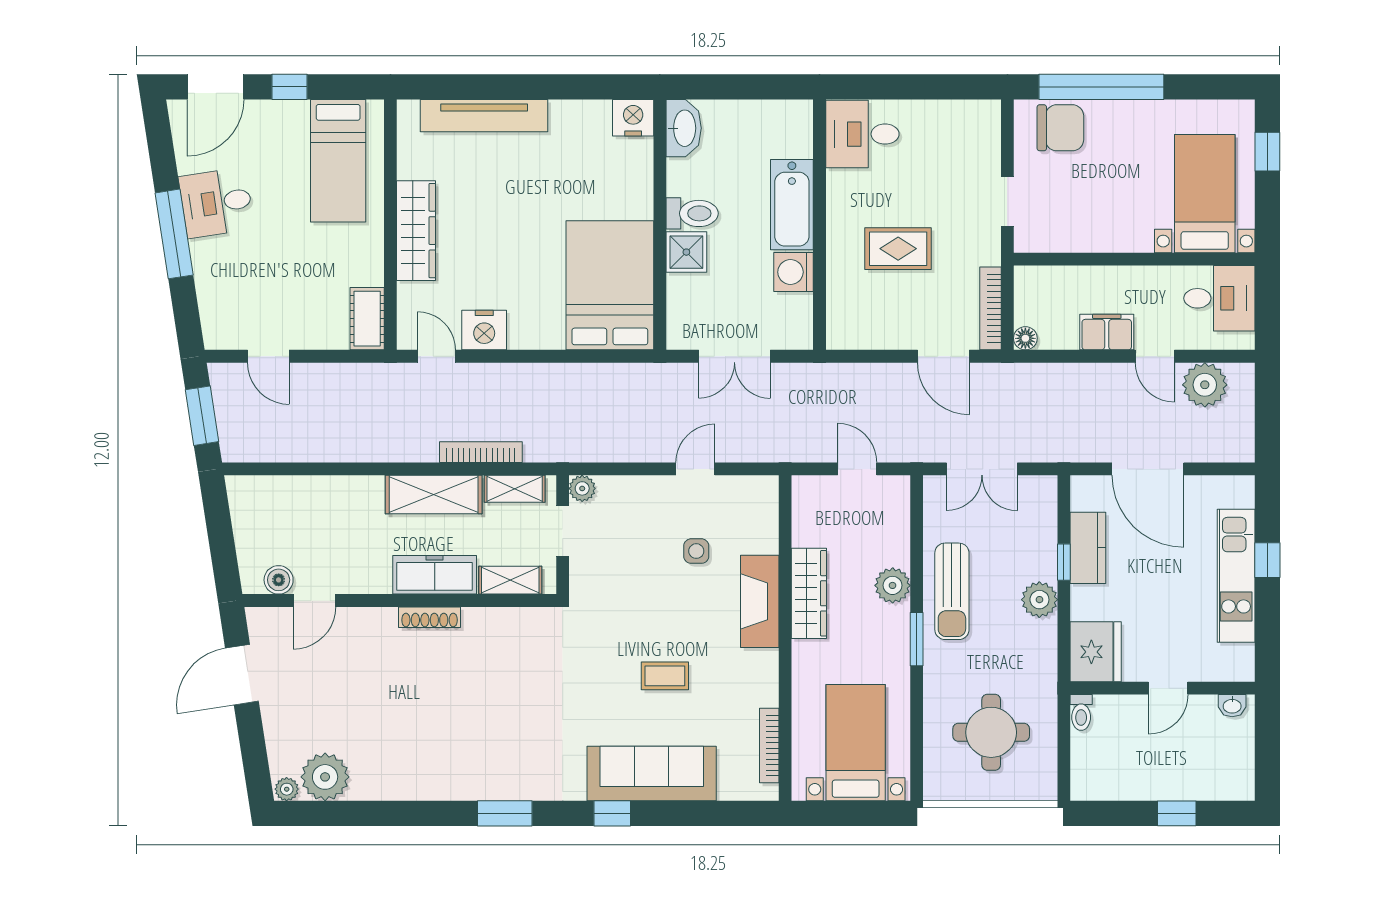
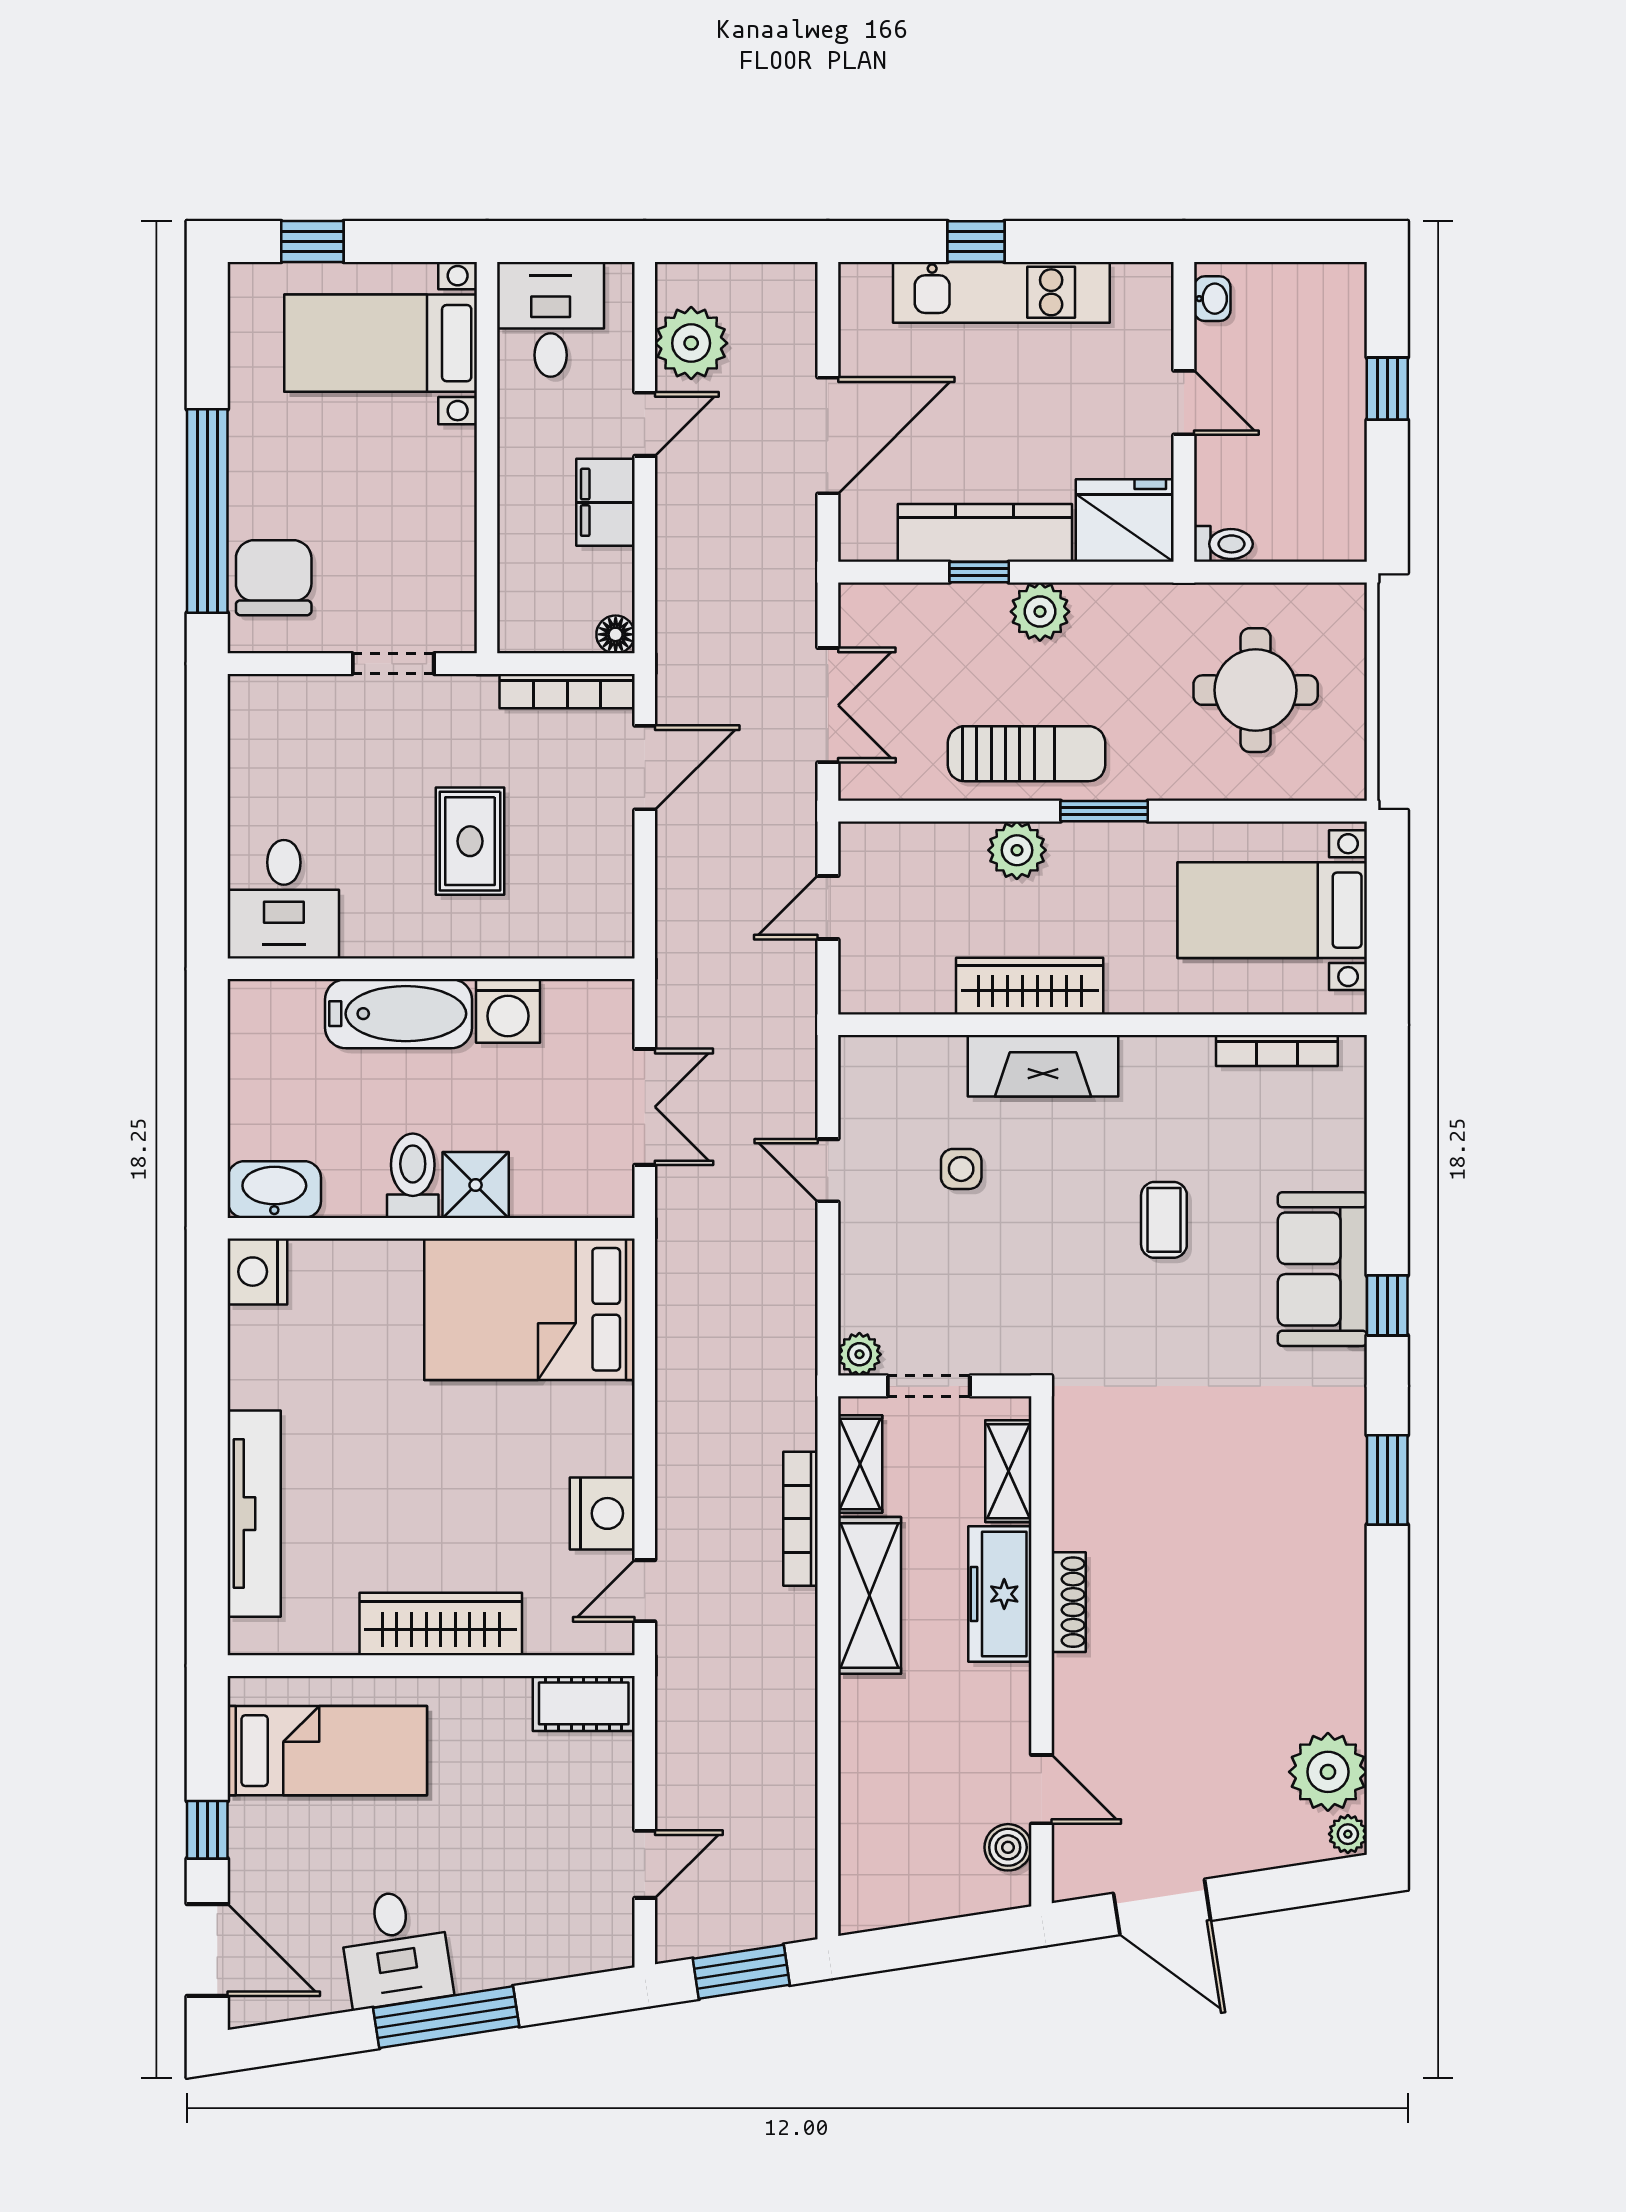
kitchen counter: (1088, 548) -> (985, 533), width x1.50
sofa: (652, 774) -> (1322, 1269), width x0.73

